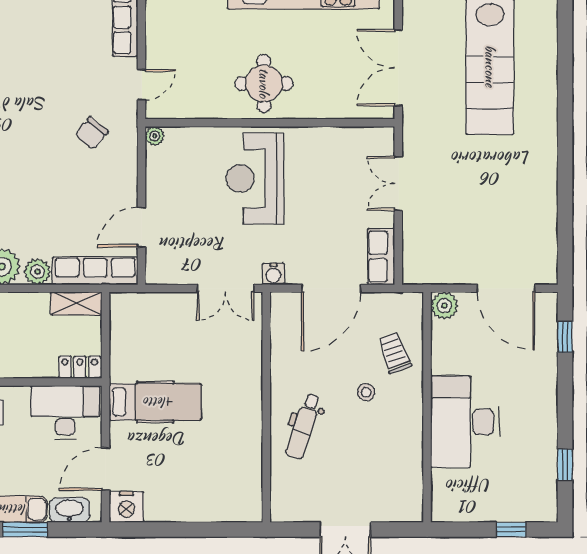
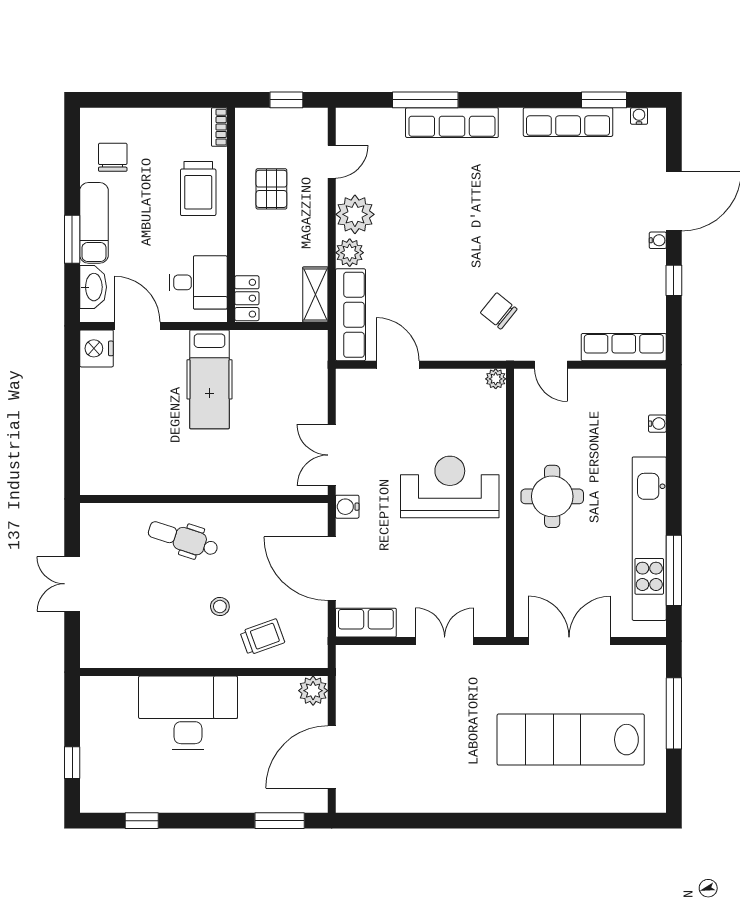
window: (565, 337) -> (280, 821), width x1.50
desk: (65, 412) -> (198, 282), width x0.73

